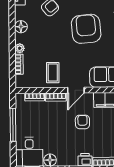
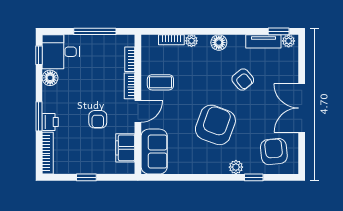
armchair: (86, 29) -> (215, 125), turned -65
door: (76, 90) -> (138, 111), swing flipped
armchair: (82, 122) -> (98, 119), turned 90

